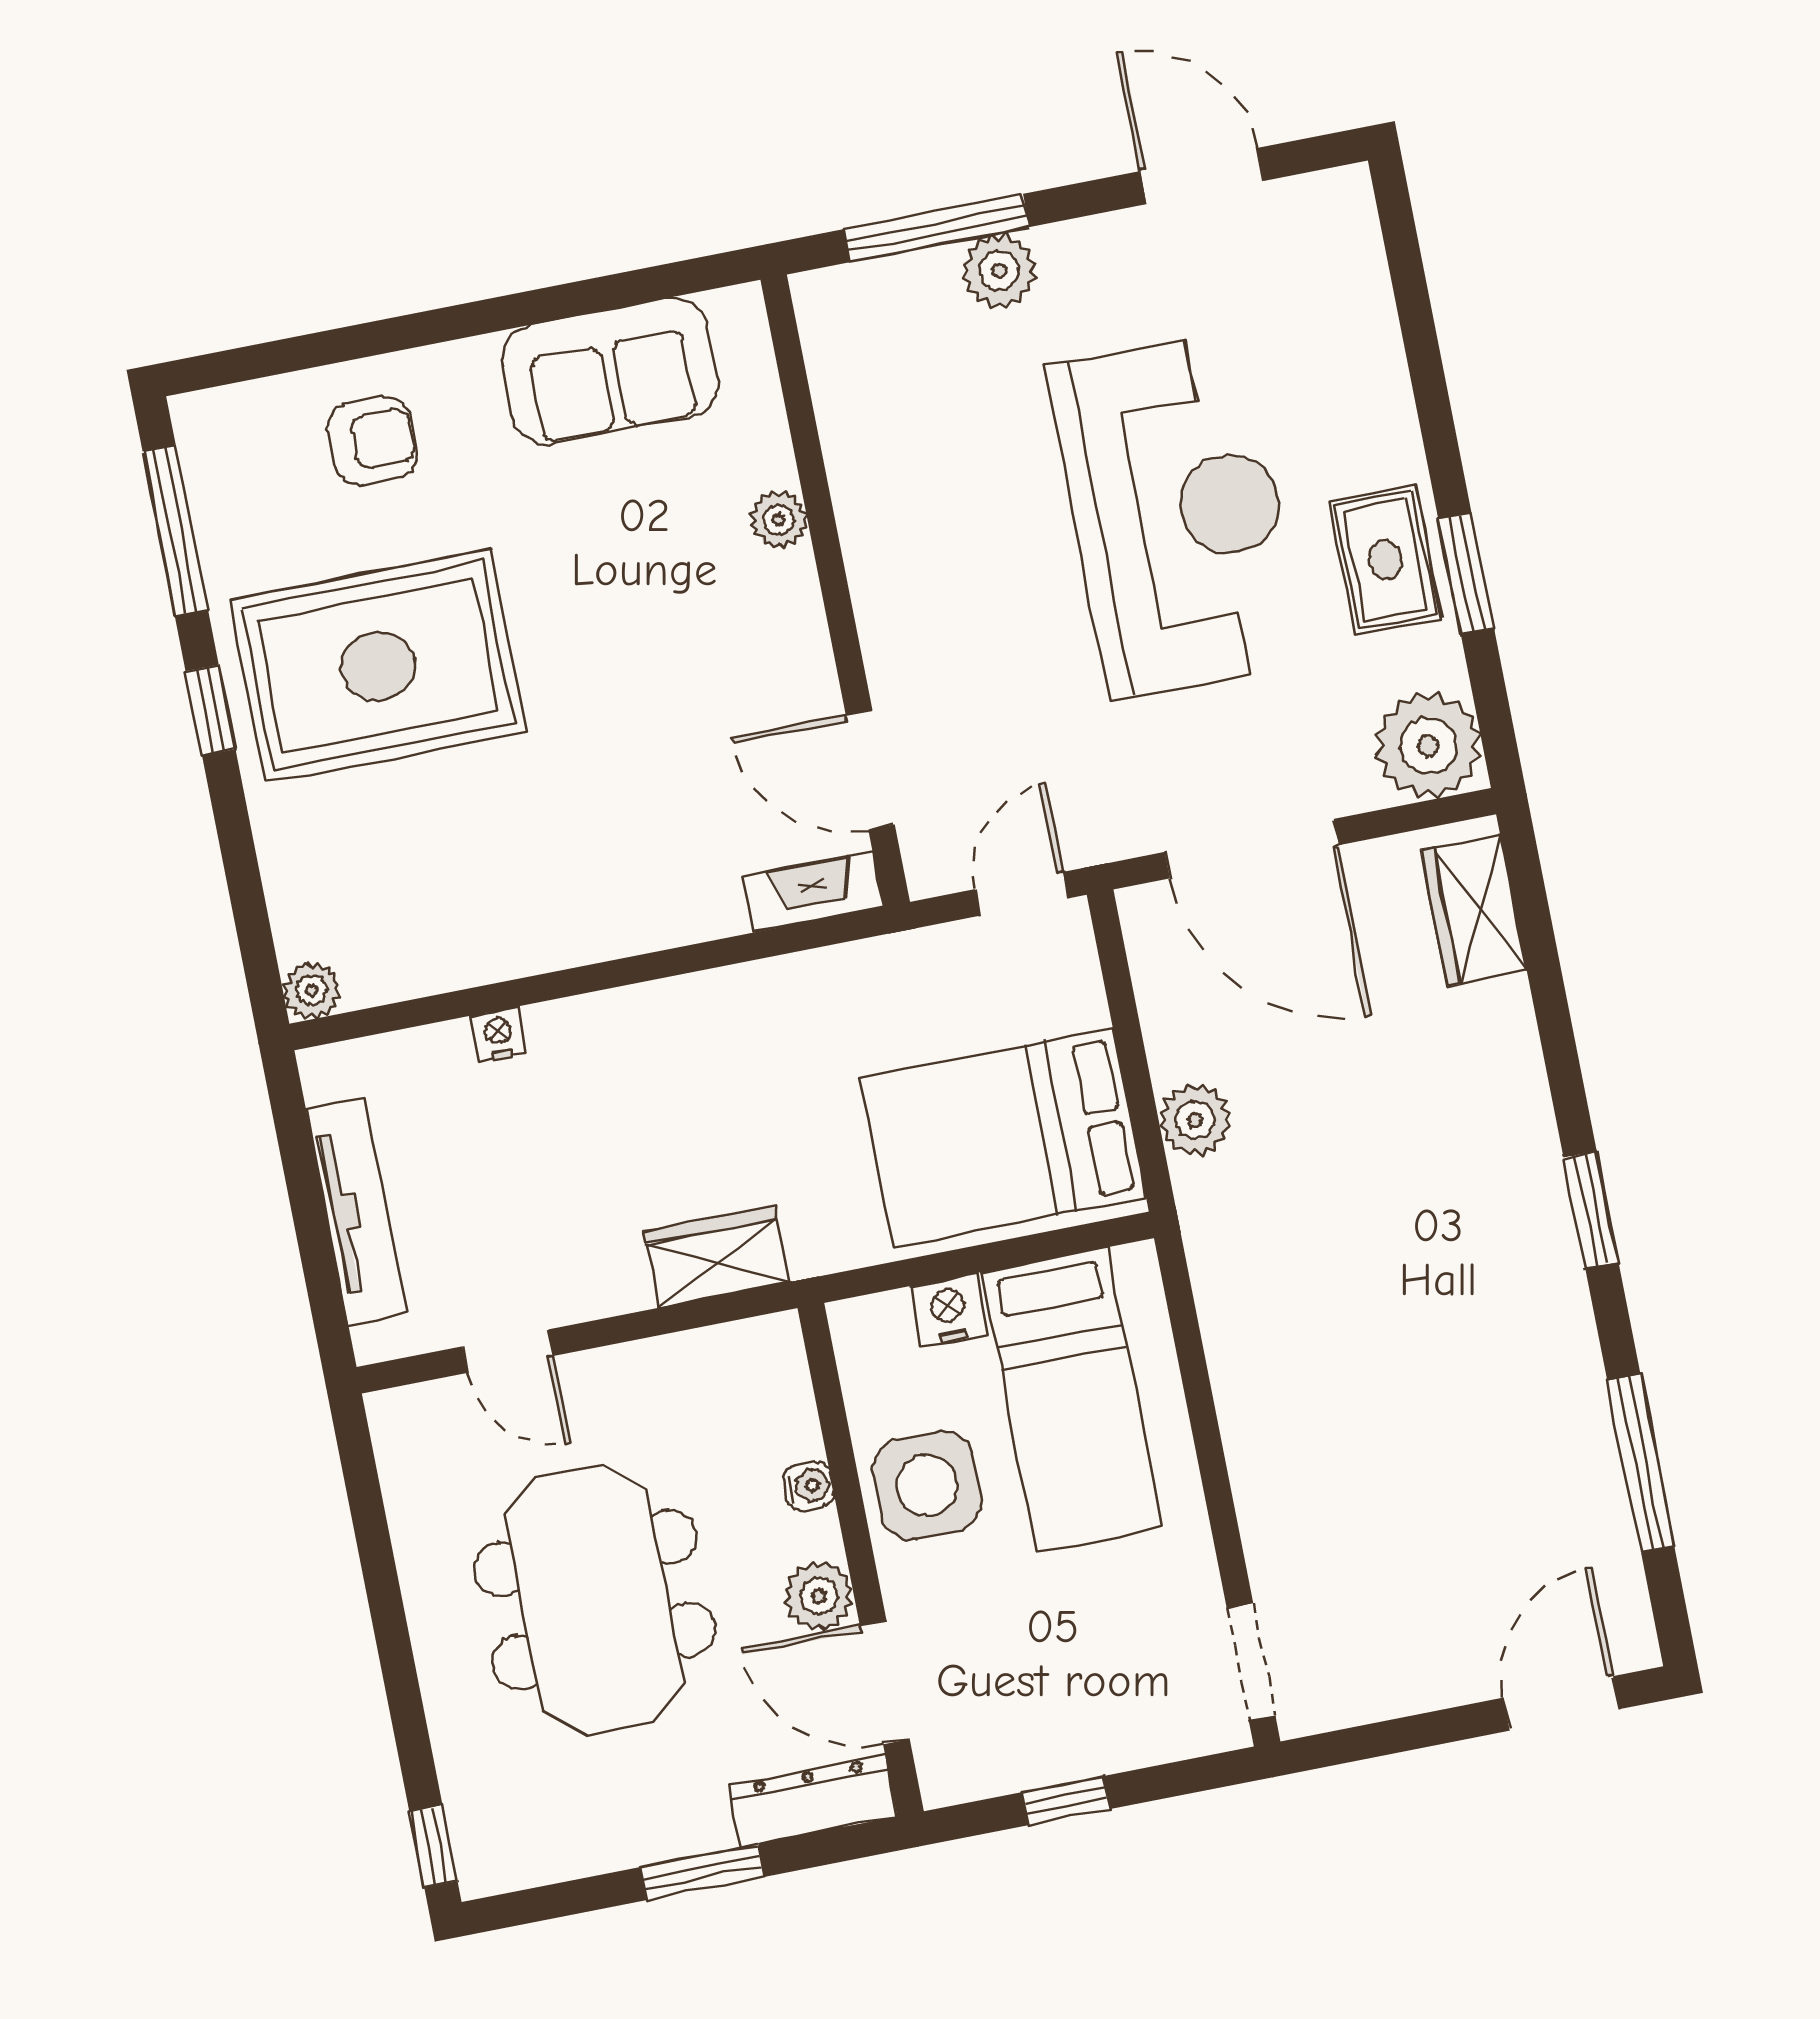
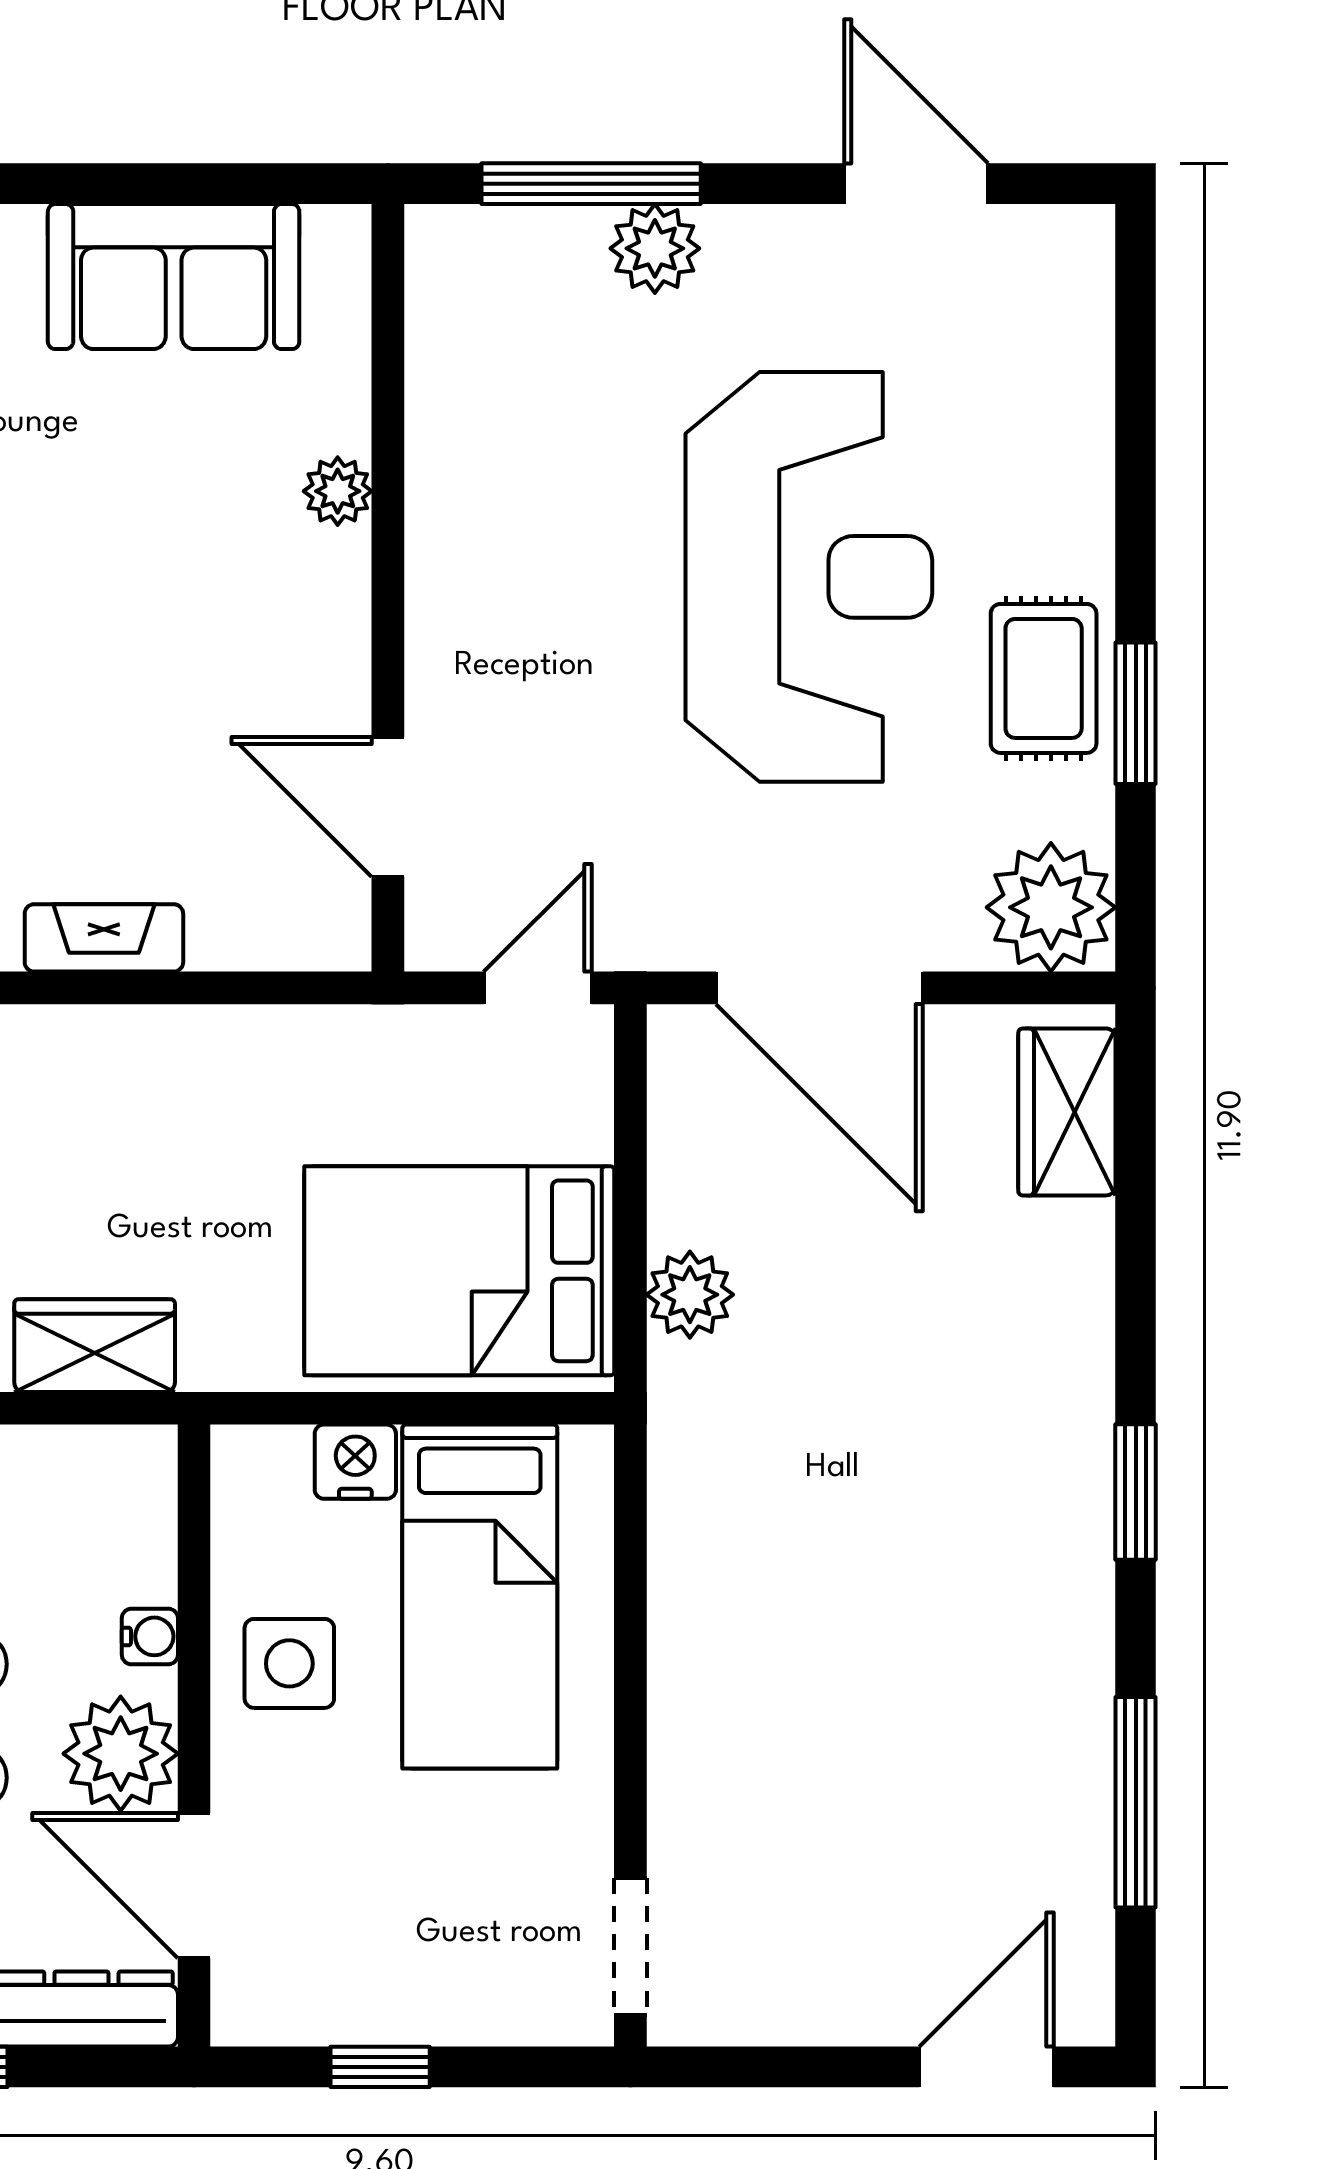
fireplace: (813, 892) -> (104, 938), moved
side table: (927, 1485) -> (289, 1663), width x0.73, depth x0.73
plant: (819, 1596) -> (121, 1754), width x1.36, depth x1.36

